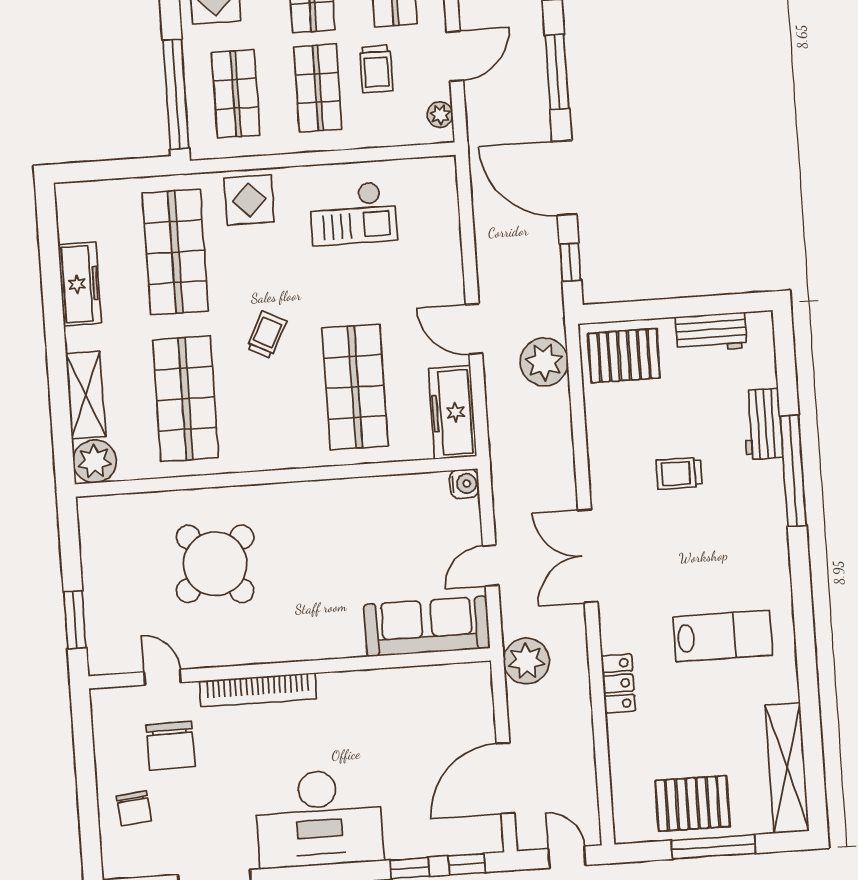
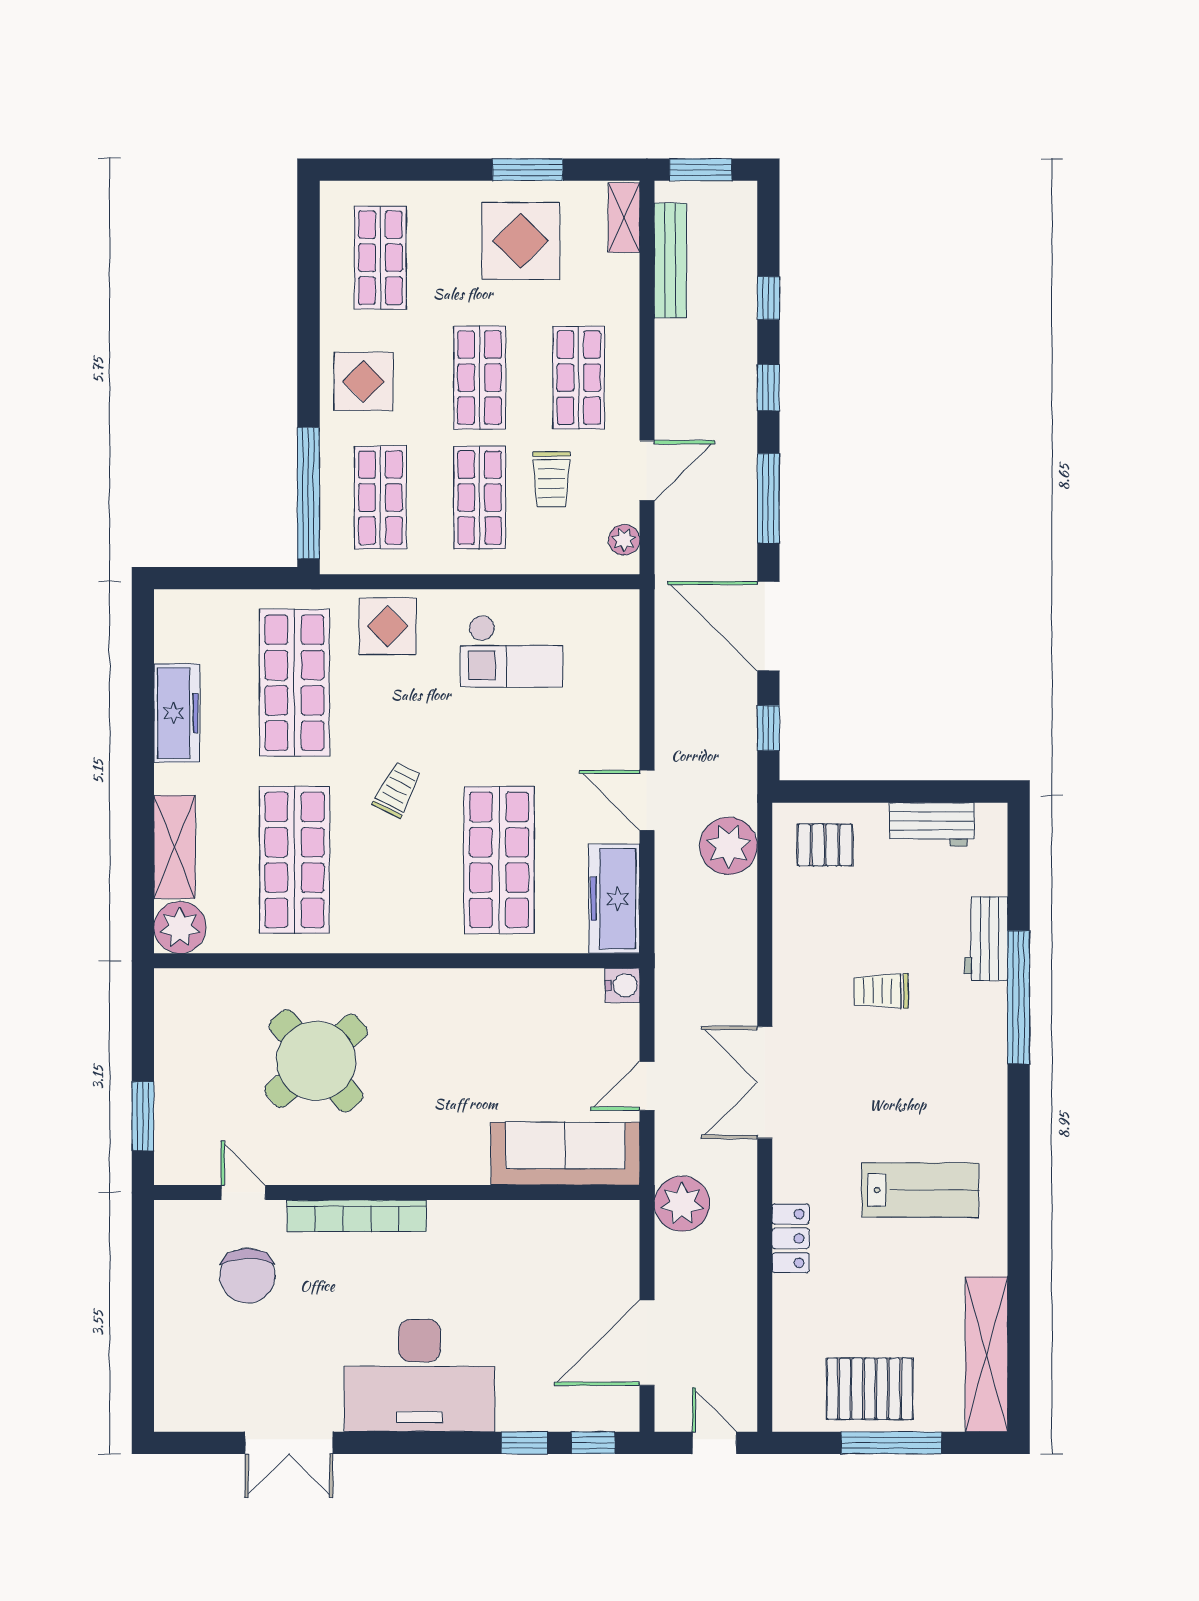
pallet: (624, 356) -> (825, 845), width x0.67, depth x0.71
chair: (134, 808) -> (198, 1348), removed

